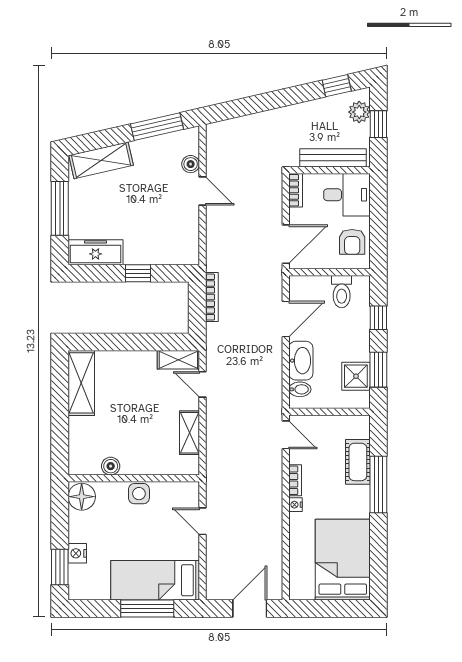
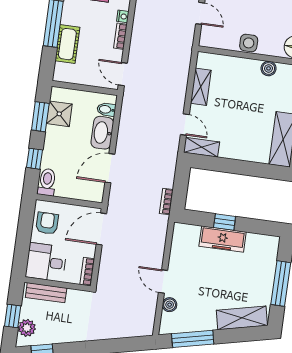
bench: (333, 158) -> (46, 293), width x0.73
freezer: (95, 252) -> (223, 239), moved
toilet: (342, 292) -> (47, 182), moved
bookcase: (212, 297) -> (166, 202), width x0.64

